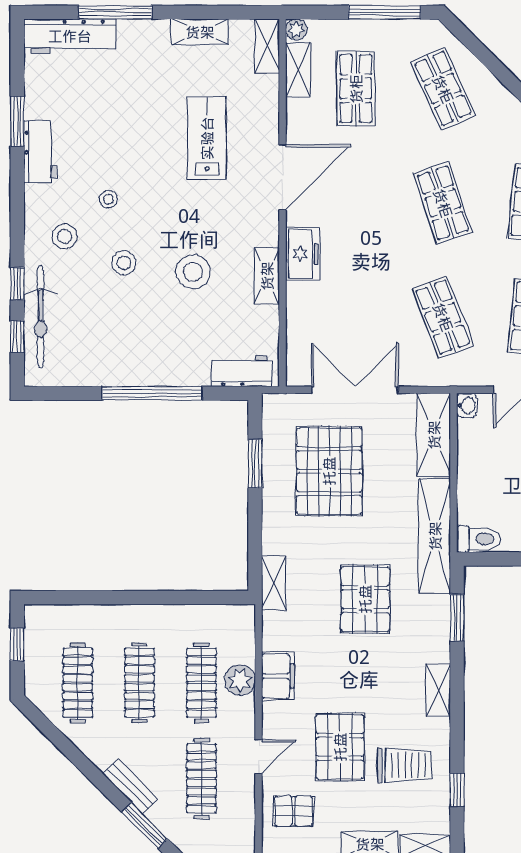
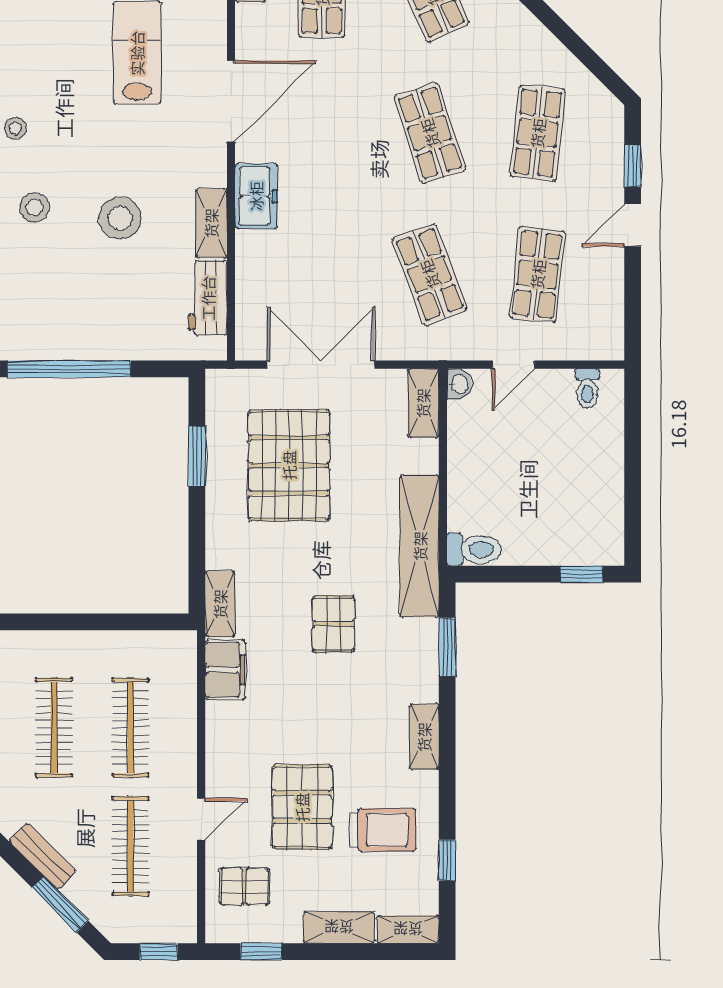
workbench: (242, 371) -> (208, 298), moved, turned -90
shelving: (434, 435) -> (423, 403), width x0.67, depth x0.75
pallet: (365, 599) -> (333, 624), width x0.67, depth x0.71
filing cabinet: (278, 676) -> (225, 670), moved
plant: (240, 680) -> (178, 724), removed

